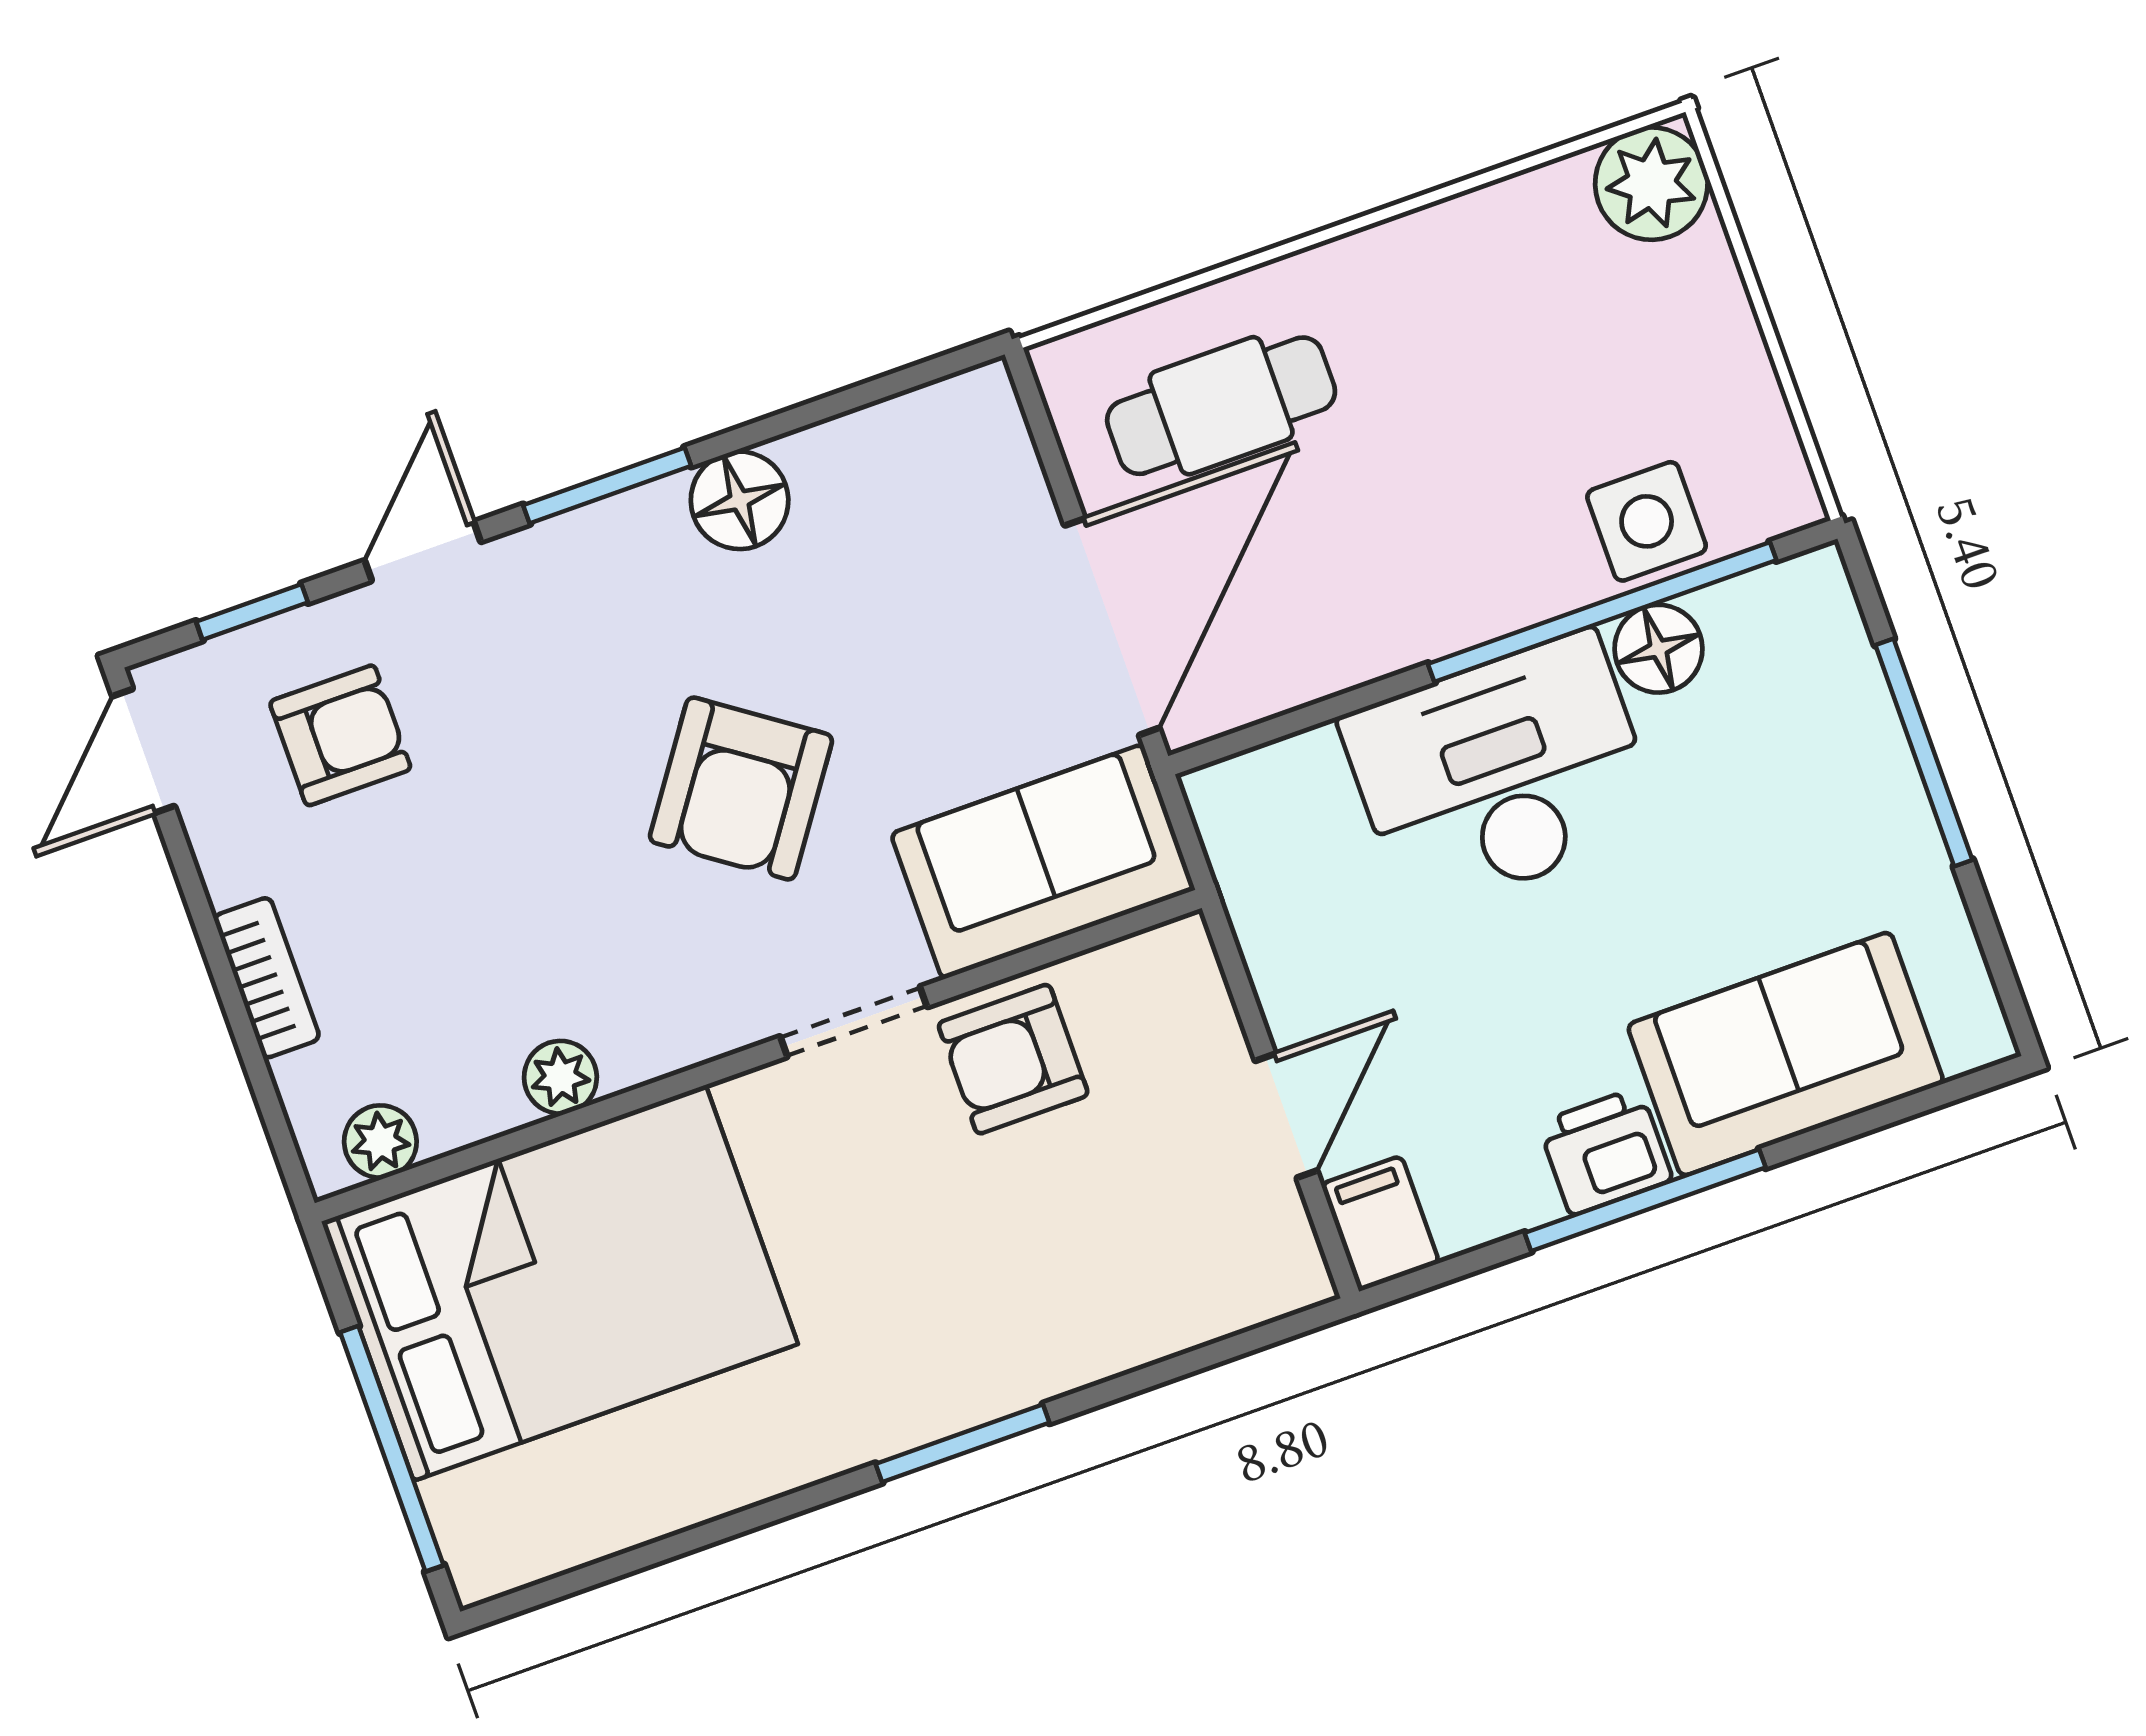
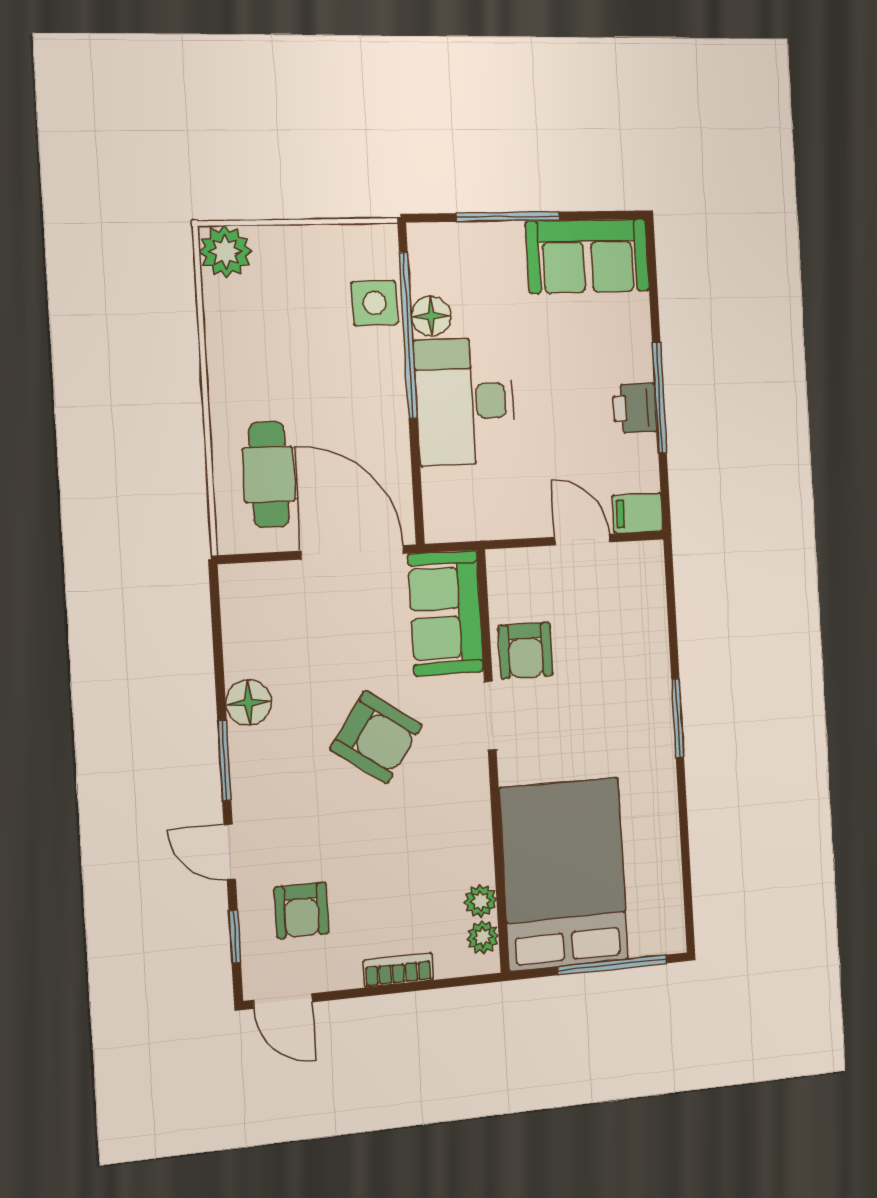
armchair: (340, 735) -> (301, 910), turned 180
sofa: (1786, 1054) -> (588, 256), moved, turned -90
plant: (560, 1077) -> (481, 901), moved

